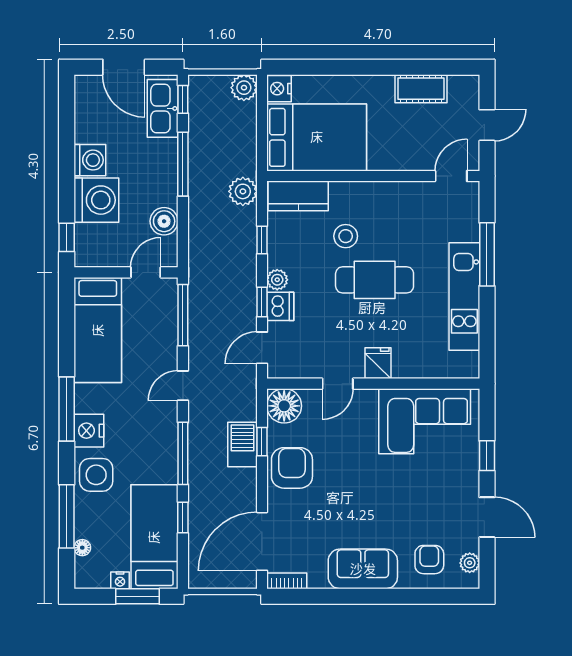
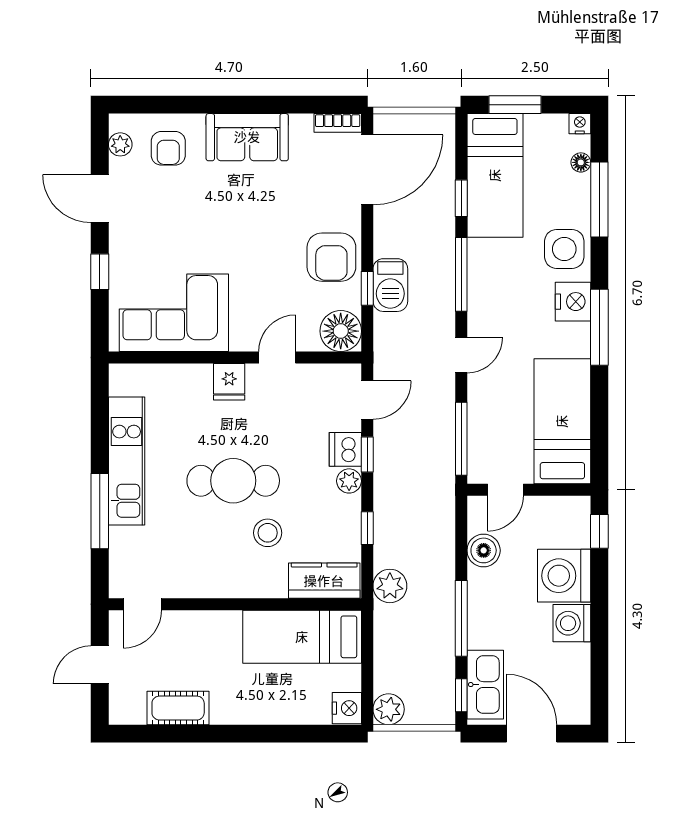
bed: (317, 137) -> (302, 637), width x0.67
nightstand: (120, 580) -> (580, 124), moved

